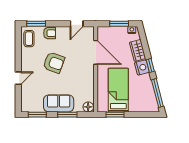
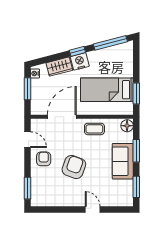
armchair: (50, 33) -> (44, 159), moved
coffee table: (29, 39) -> (94, 129), moved

